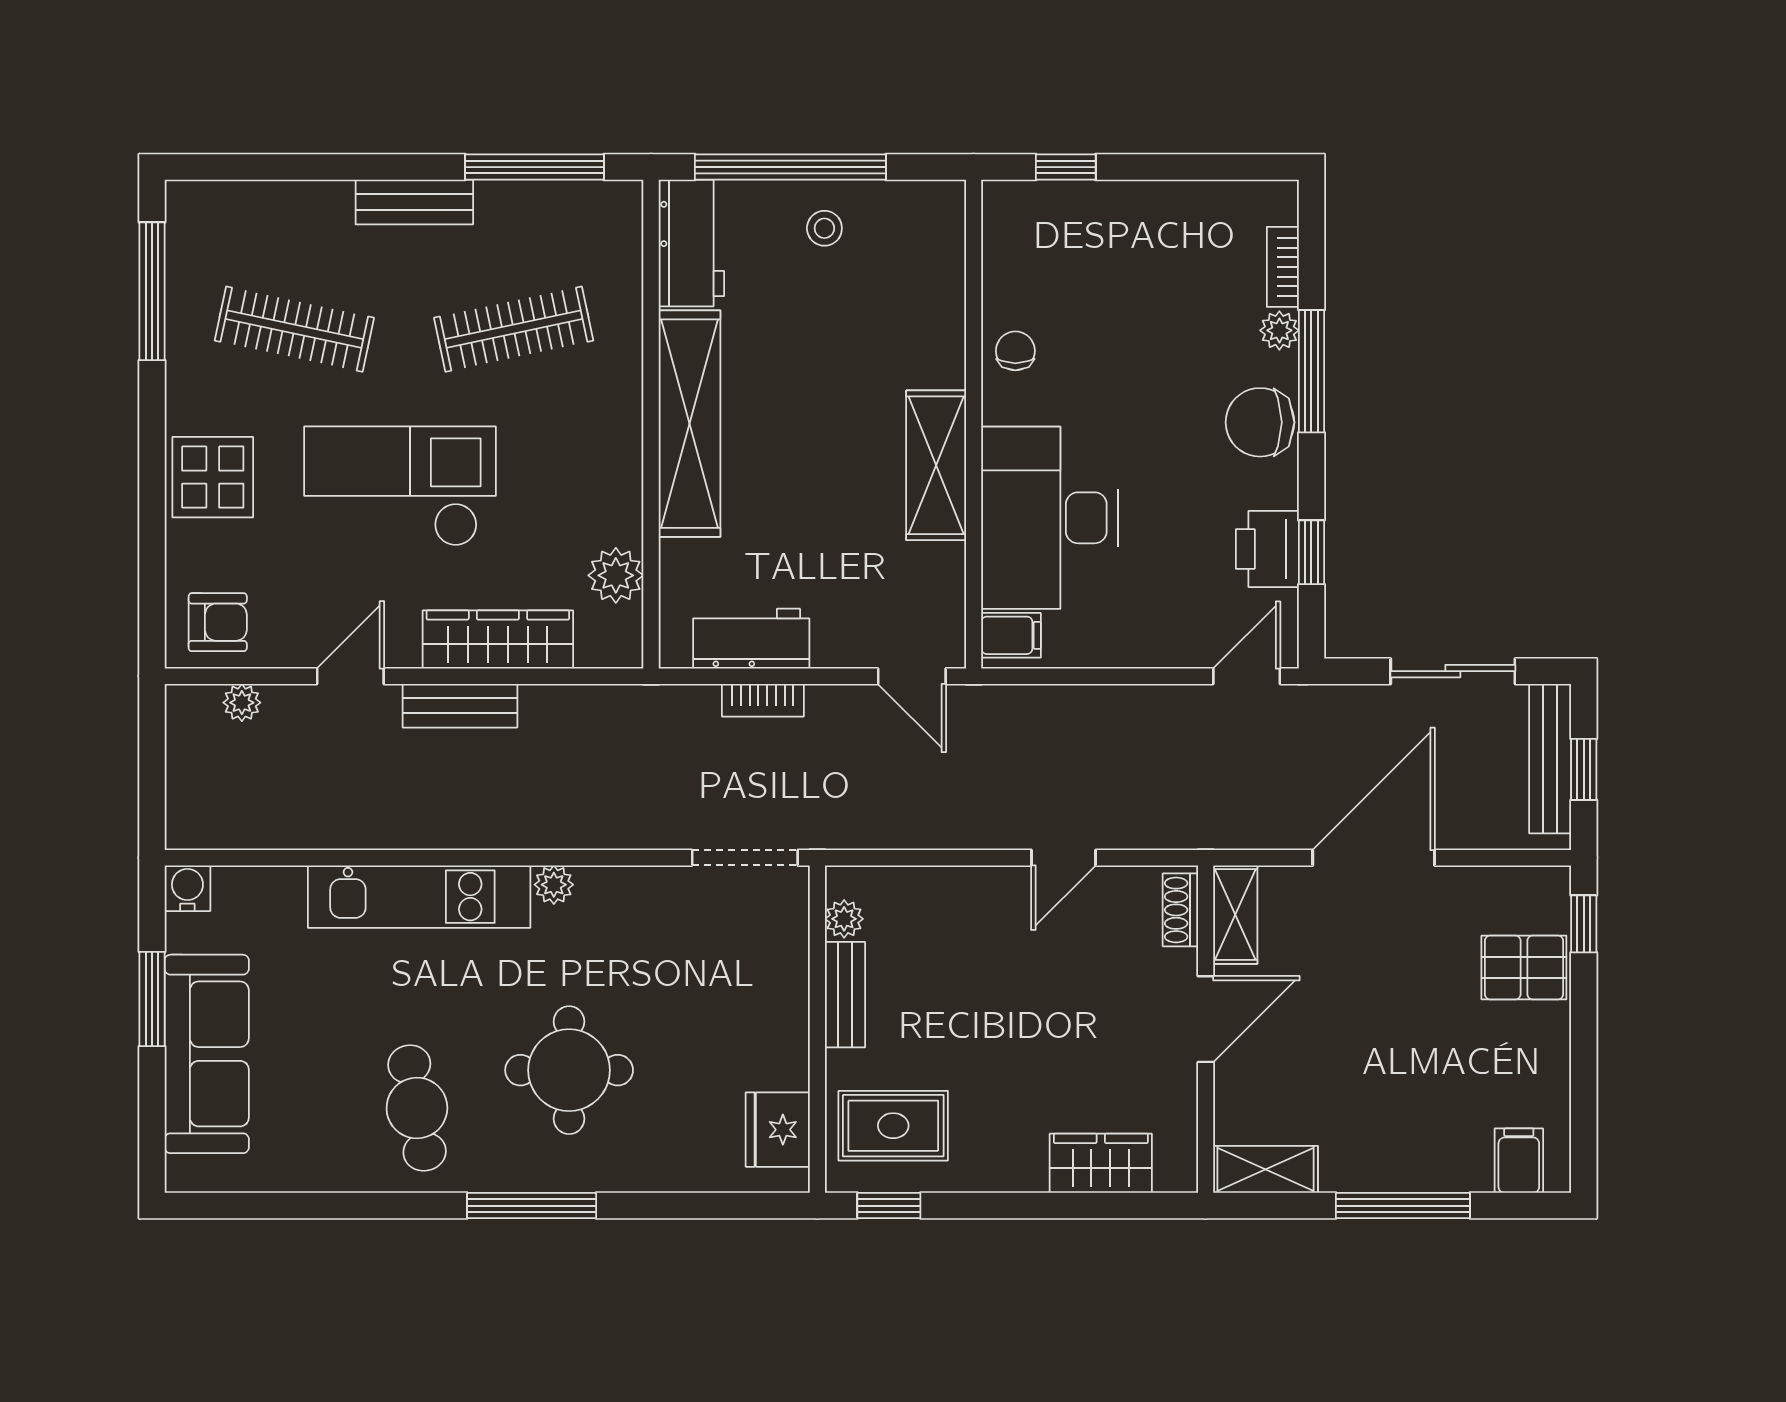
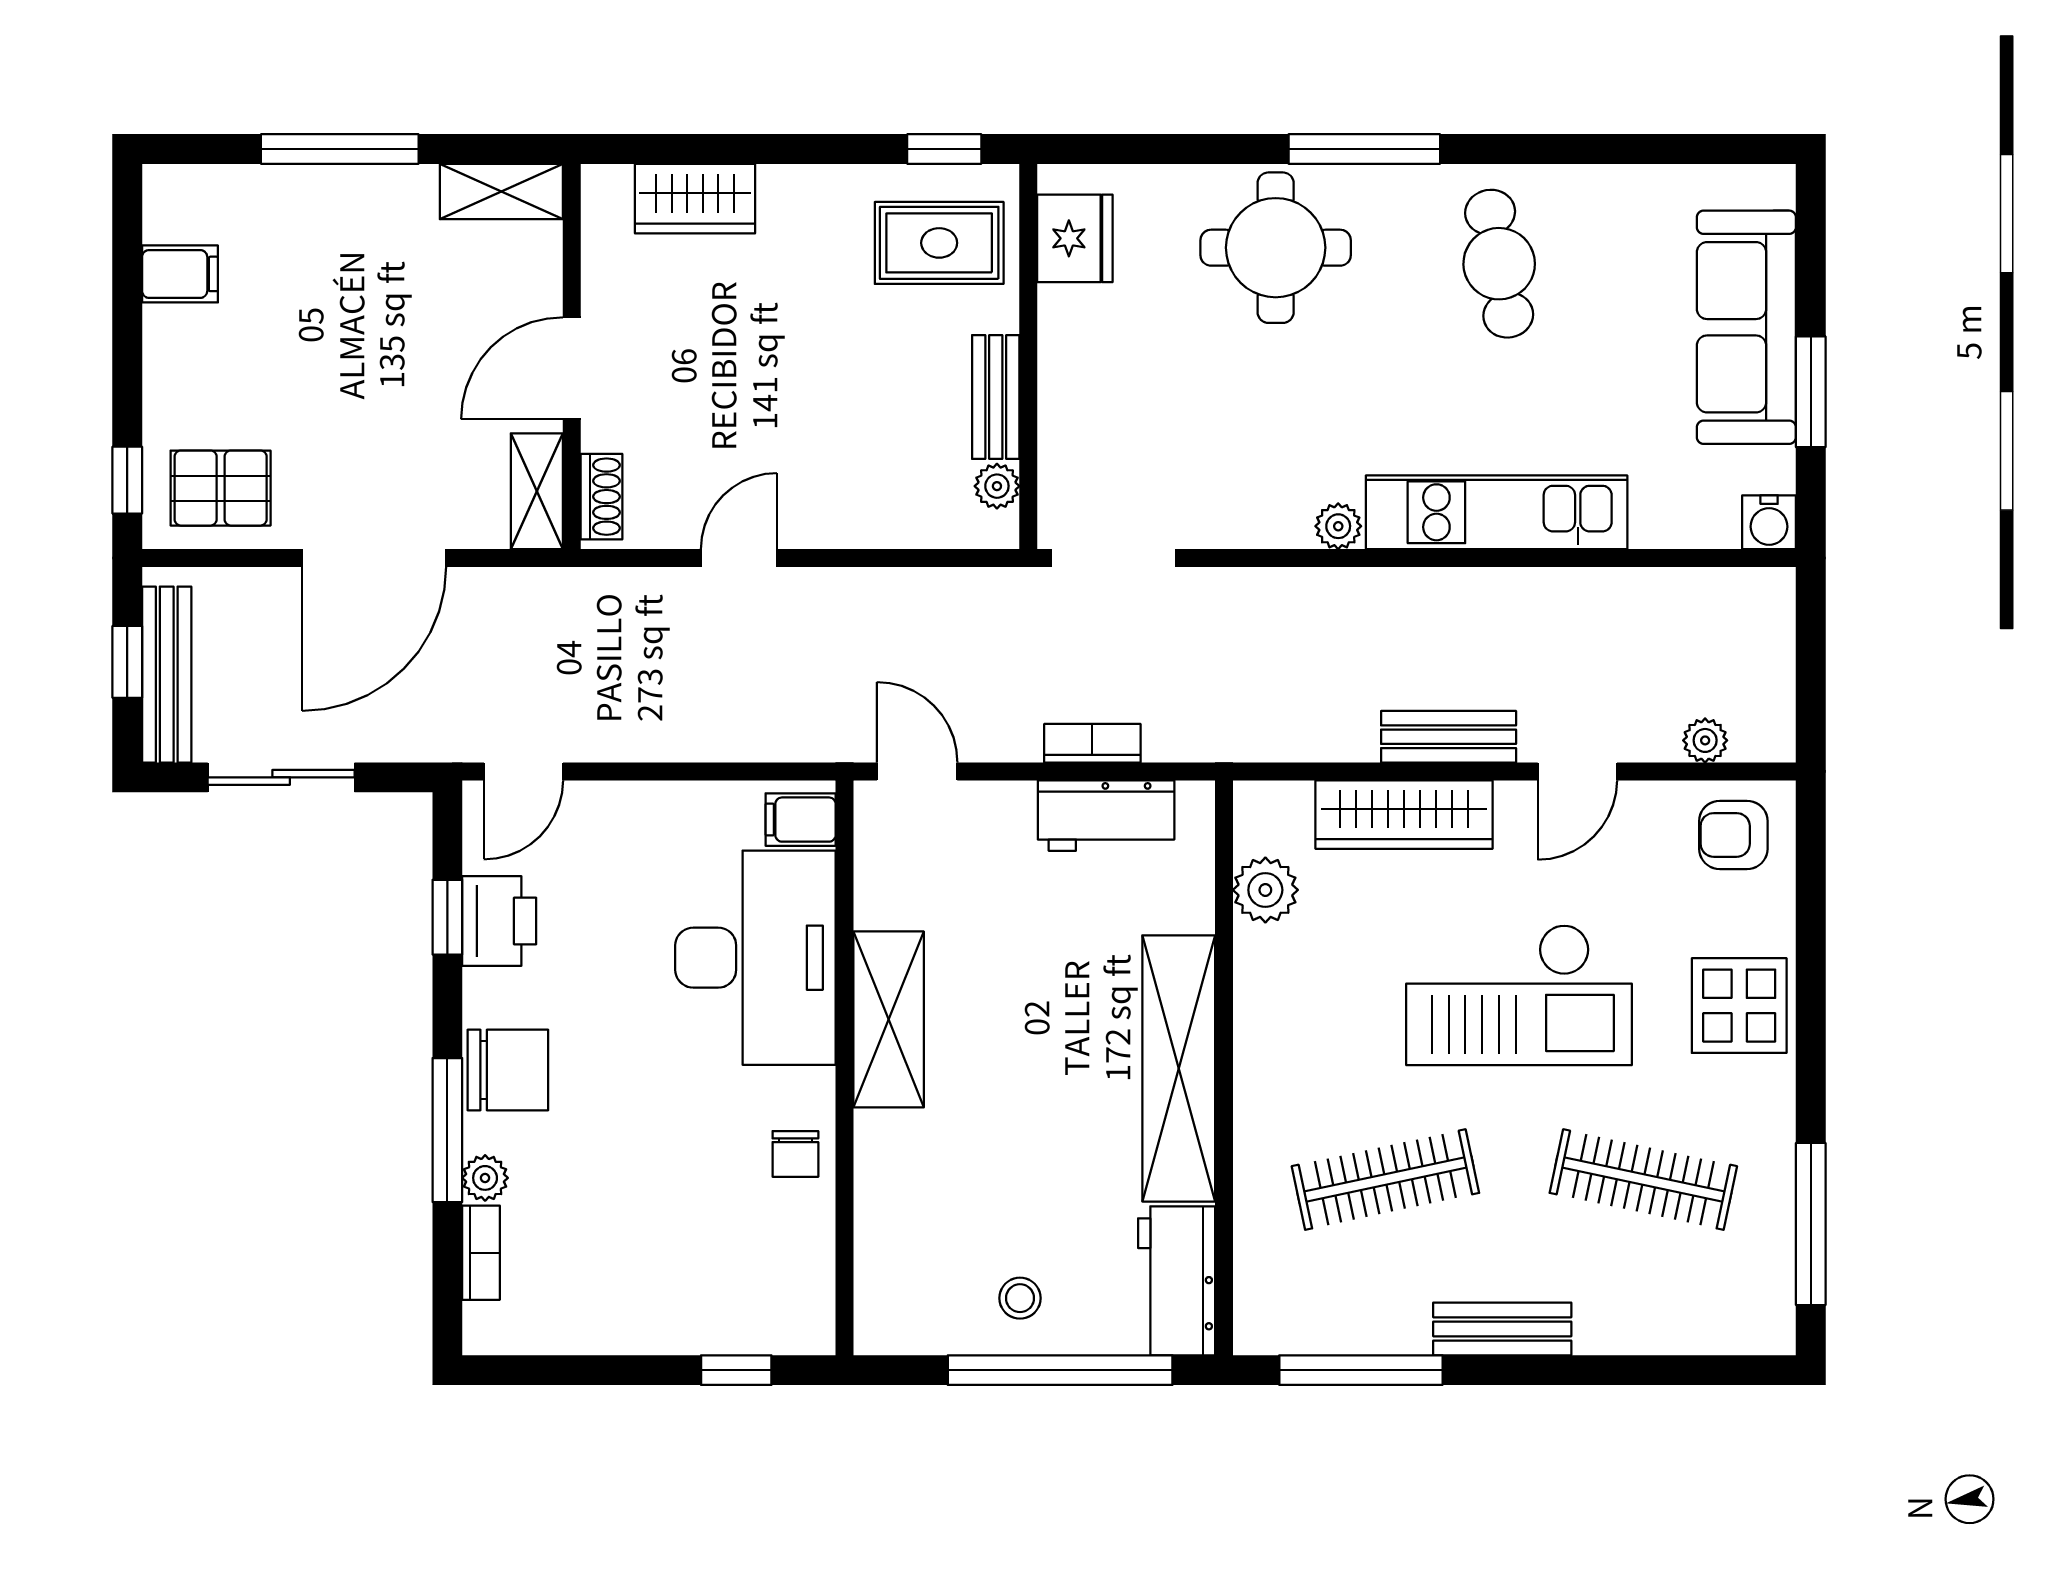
pallet: (1524, 968) -> (221, 488), moved
round table: (569, 1070) -> (1276, 248), moved
filing cabinet: (1519, 1161) -> (180, 274), moved, turned -90

